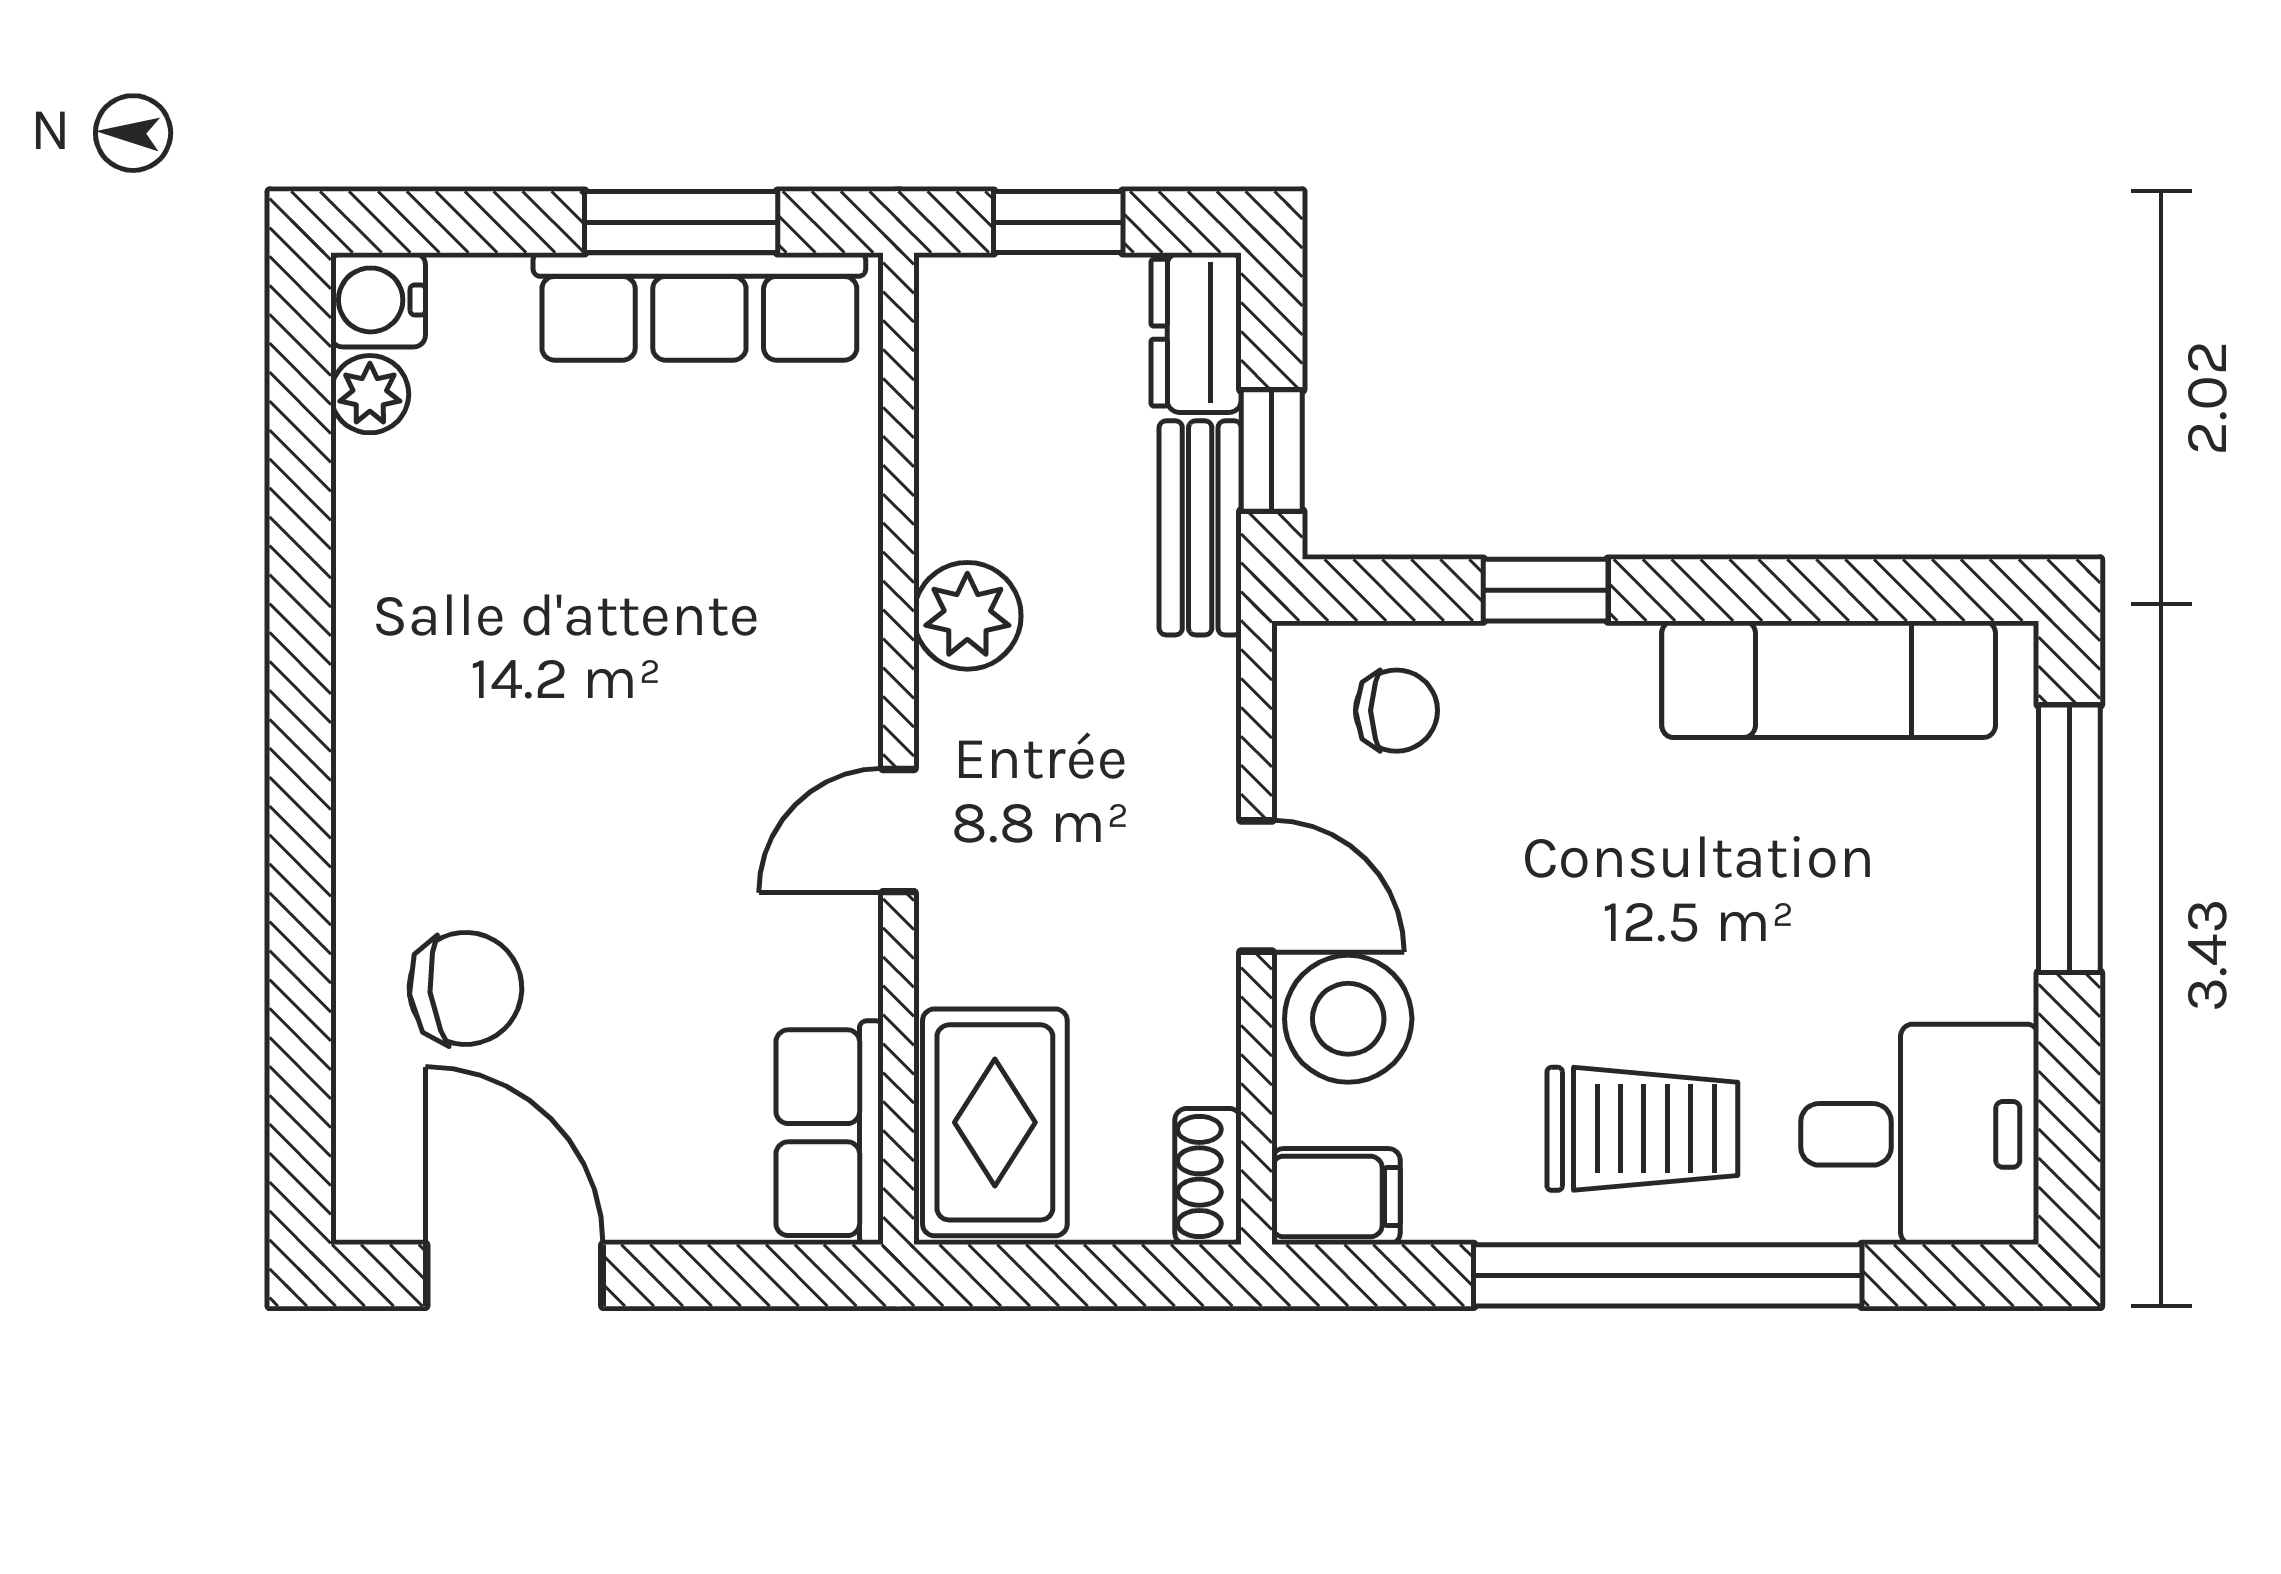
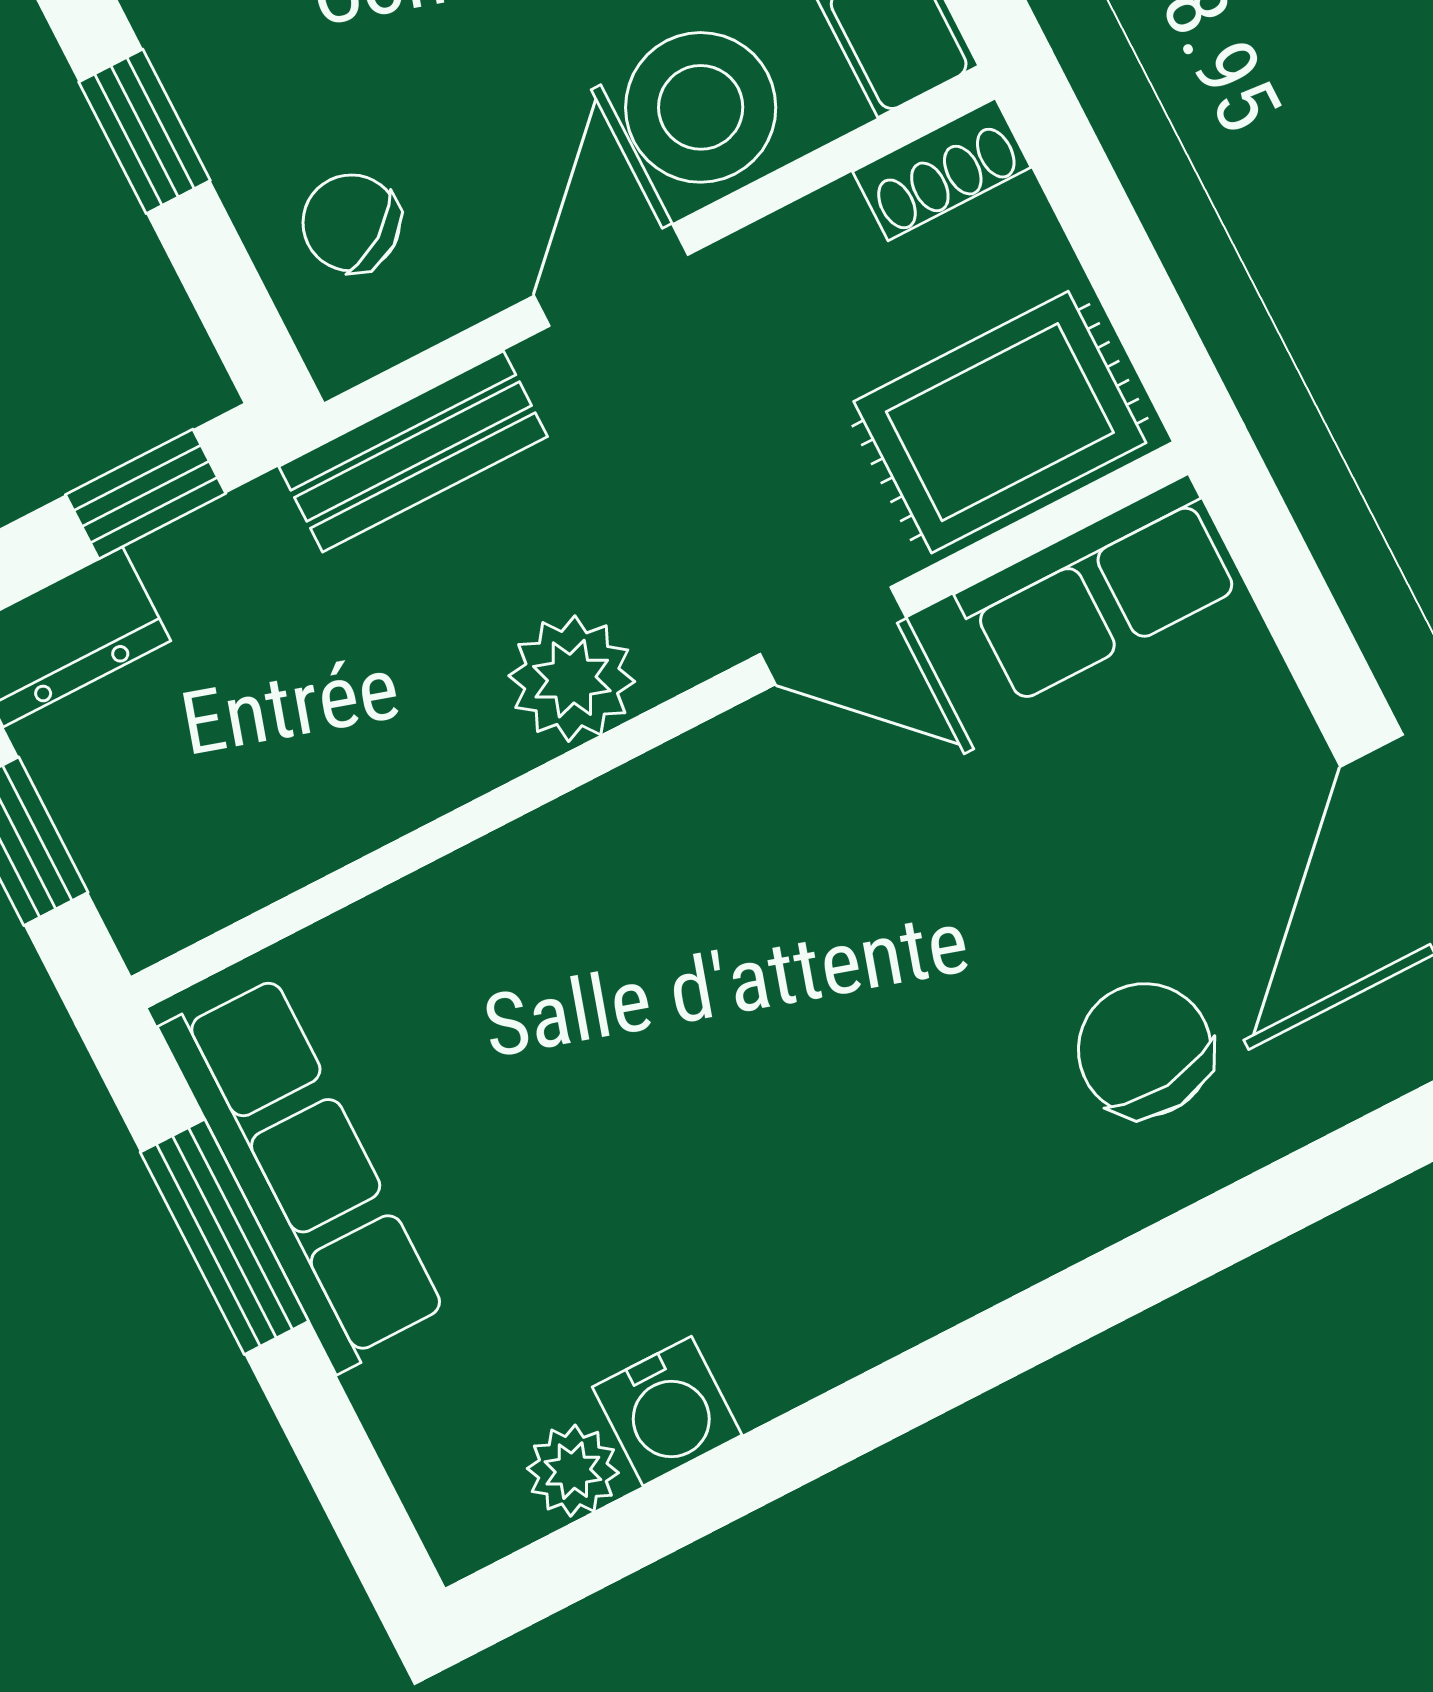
water cooler: (378, 300) -> (667, 1411), moved
bench: (1200, 528) -> (413, 452), moved
plant: (967, 616) -> (572, 679), moved
chair: (1396, 711) -> (351, 223), turned -35
door: (899, 831) -> (833, 636), moved

